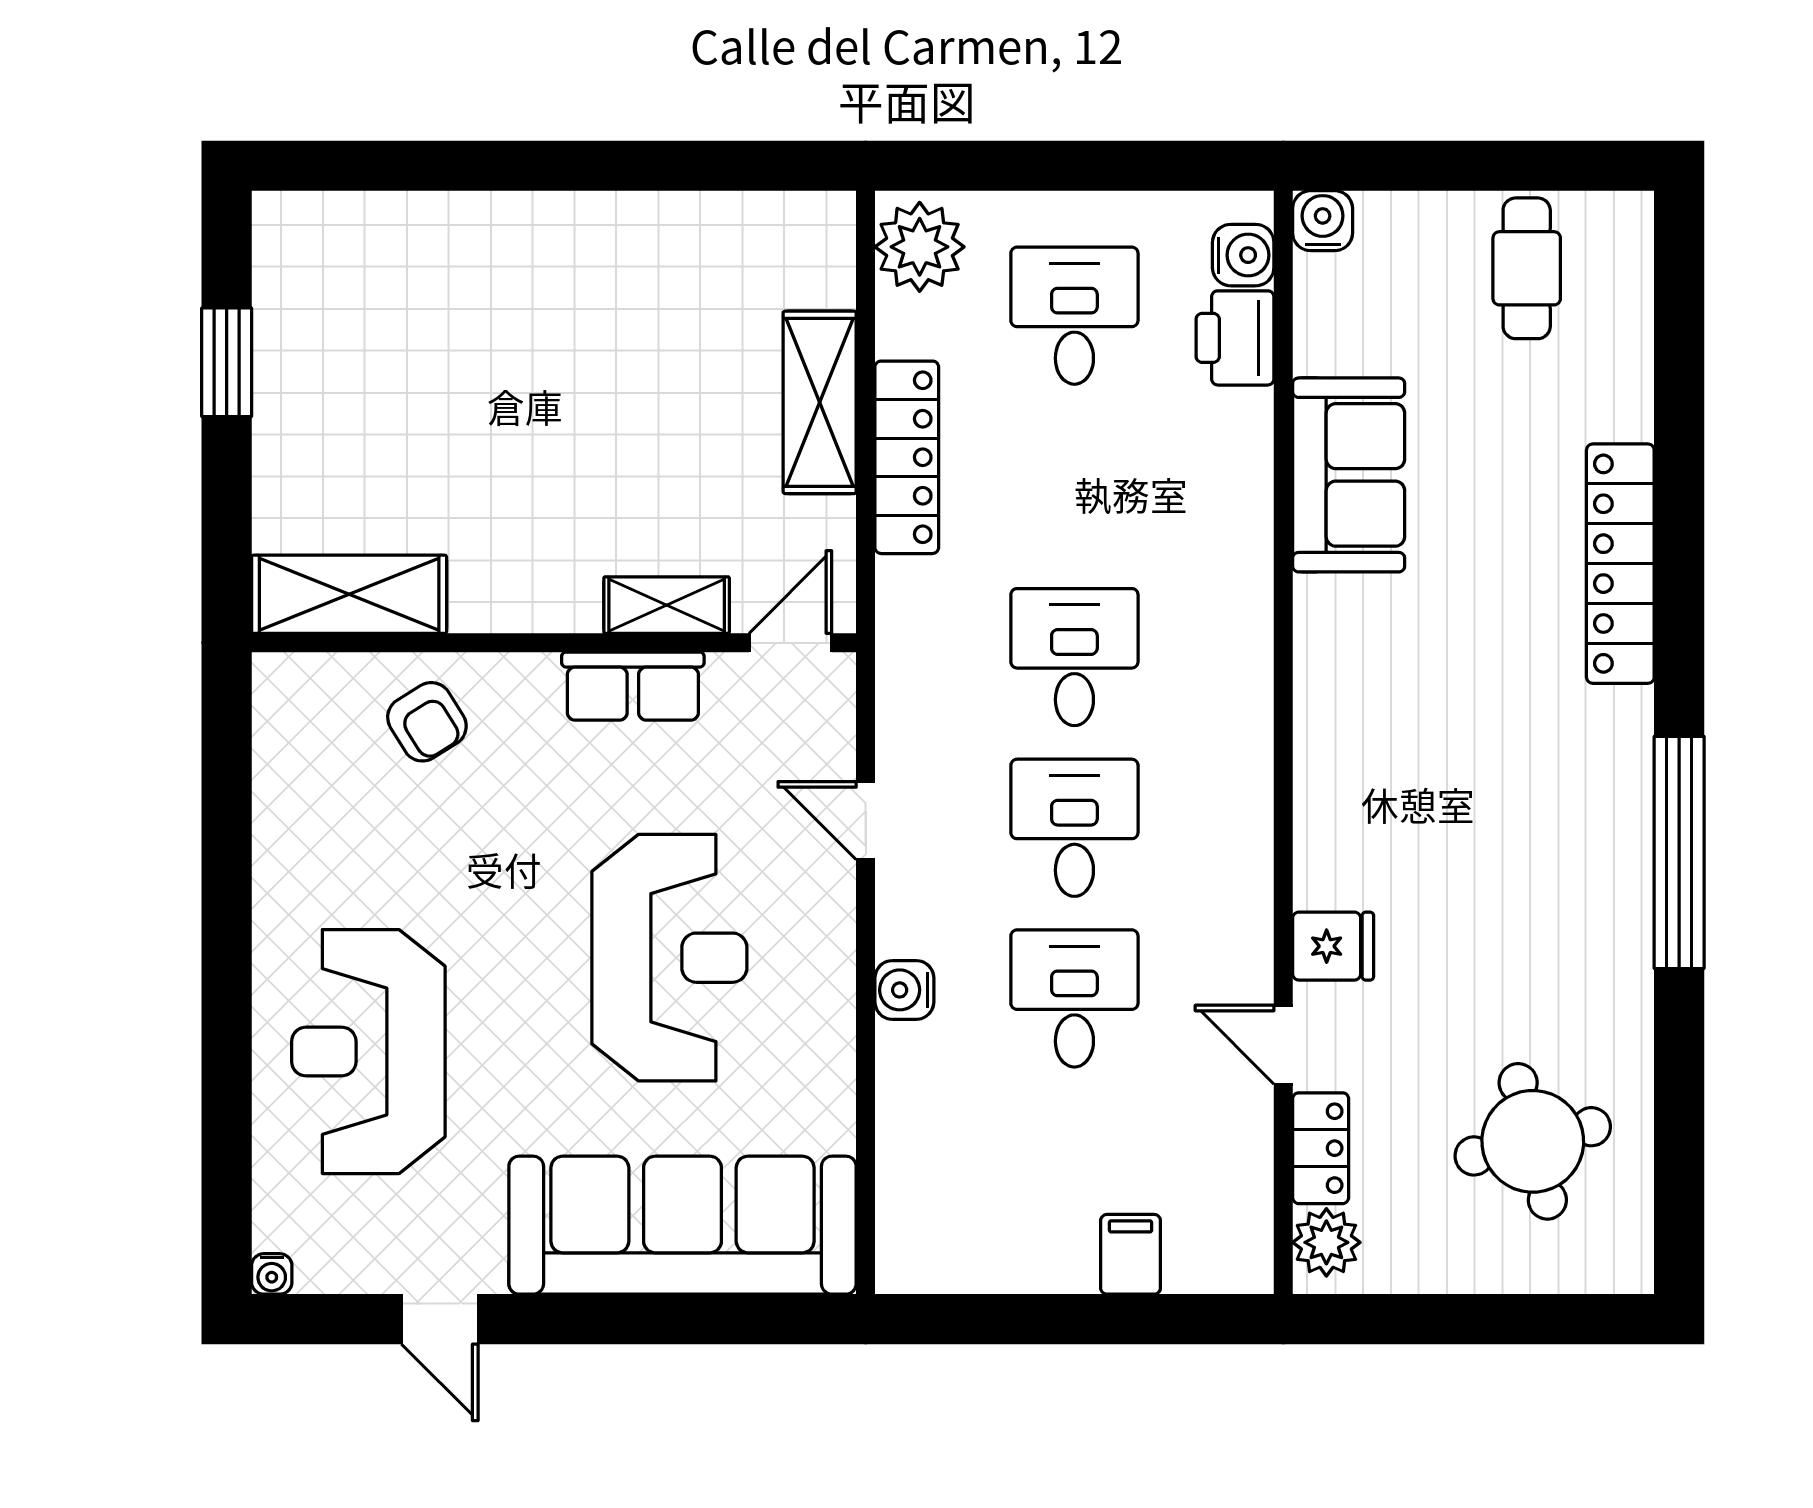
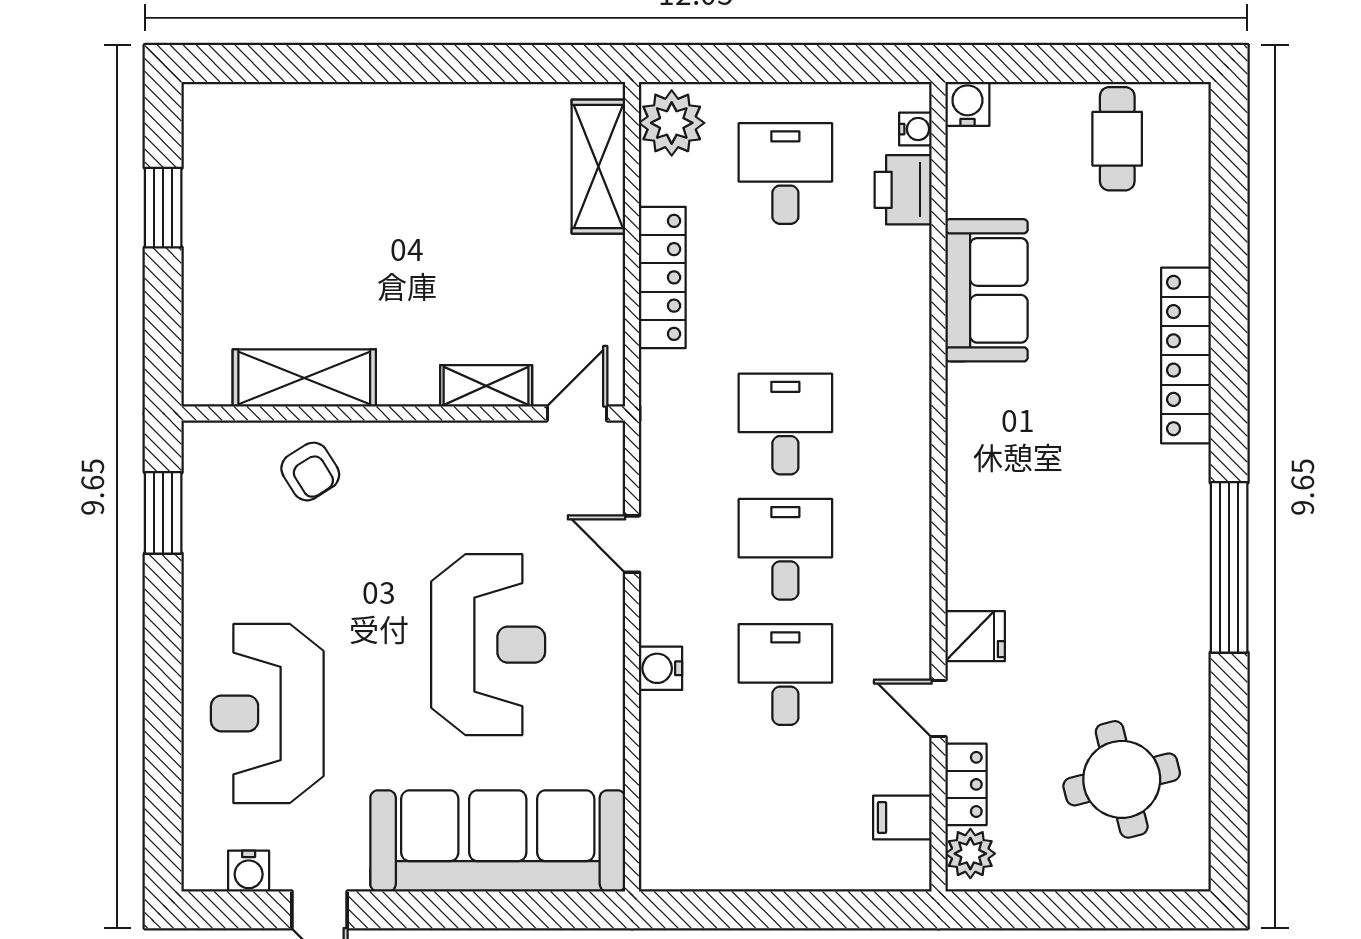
water cooler: (1243, 255) -> (915, 129), width x0.72, depth x0.72
shelving: (820, 402) -> (598, 167), moved
shelving: (349, 594) -> (304, 378), moved
row of seats: (633, 686) -> (461, 445), removed
window: (227, 778) -> (163, 513), added
filing cabinet: (1131, 1254) -> (902, 817), moved, turned -90
water cooler: (272, 1274) -> (249, 871), moved, width x1.38, depth x1.38

